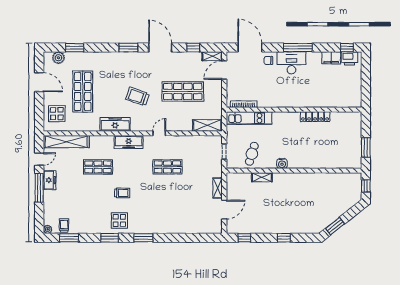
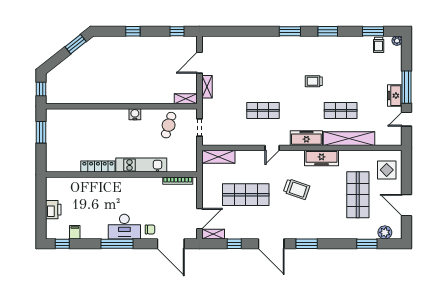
filing cabinet: (331, 58) -> (75, 232), width x0.50
printer: (349, 58) -> (53, 210), moved, turned 90
kitchen unit: (249, 118) -> (141, 165), moved
shelving: (66, 142) -> (349, 139), moved
shelving: (262, 177) -> (186, 99), moved
display table: (119, 221) -> (317, 50), removed

